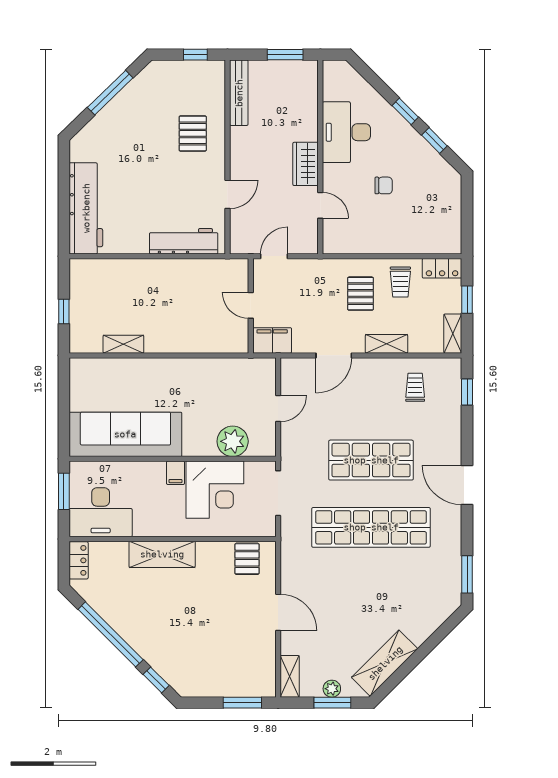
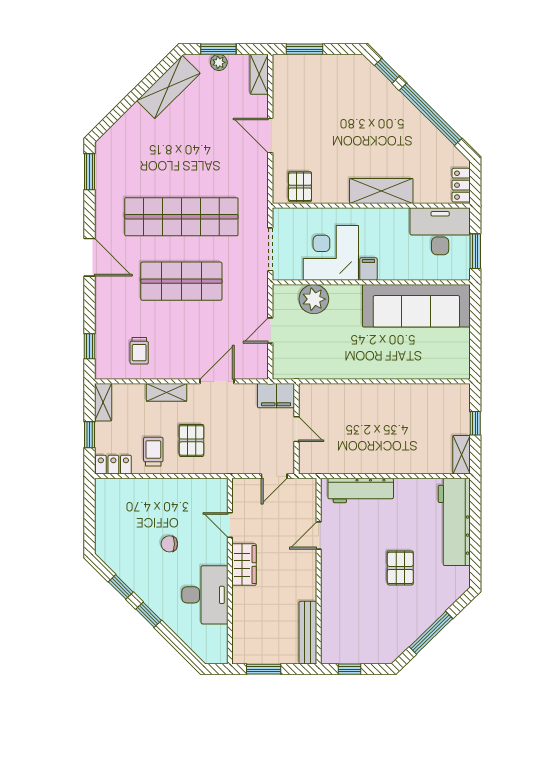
pallet: (193, 133) -> (400, 568), moved
shelving: (123, 344) -> (461, 455), moved, turned 90

